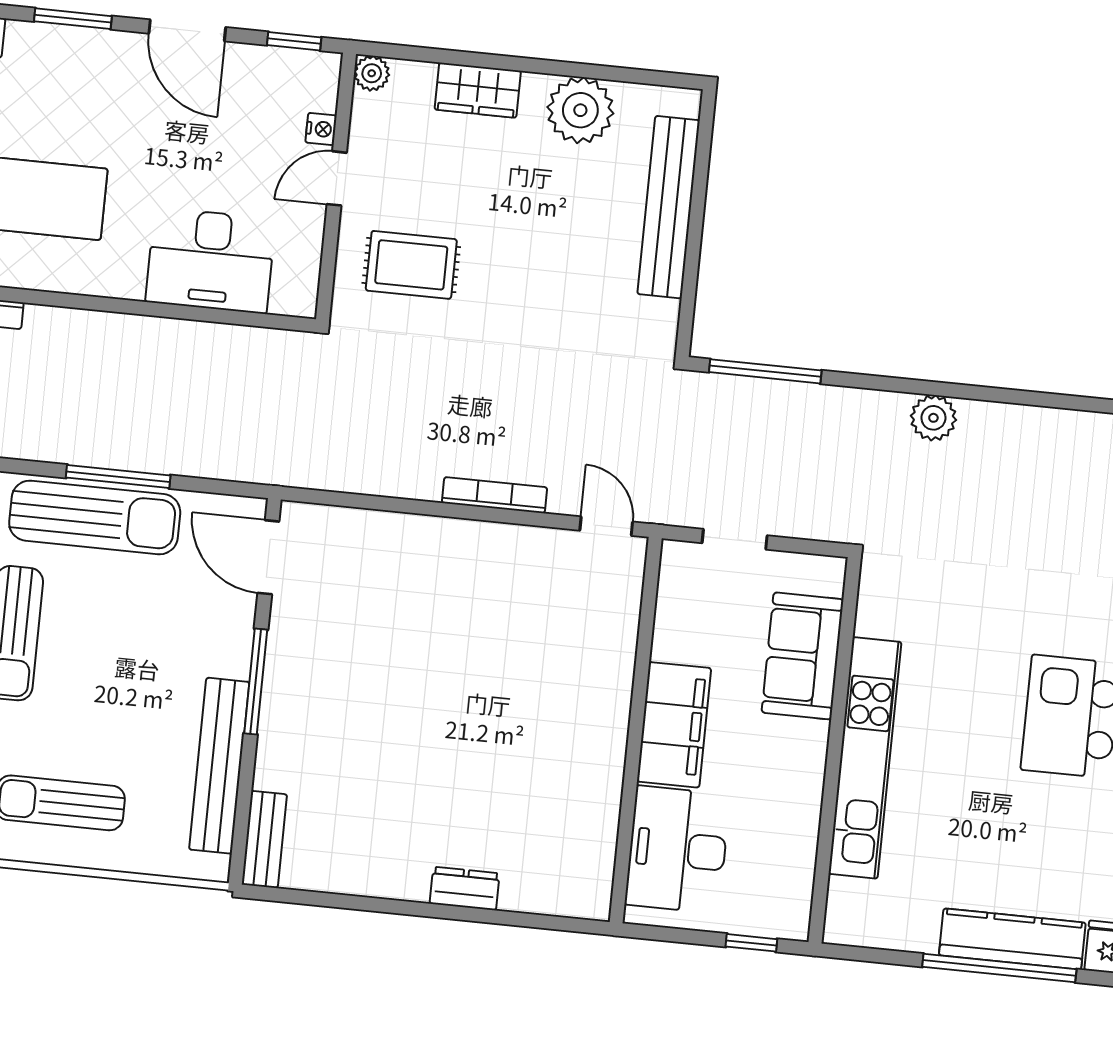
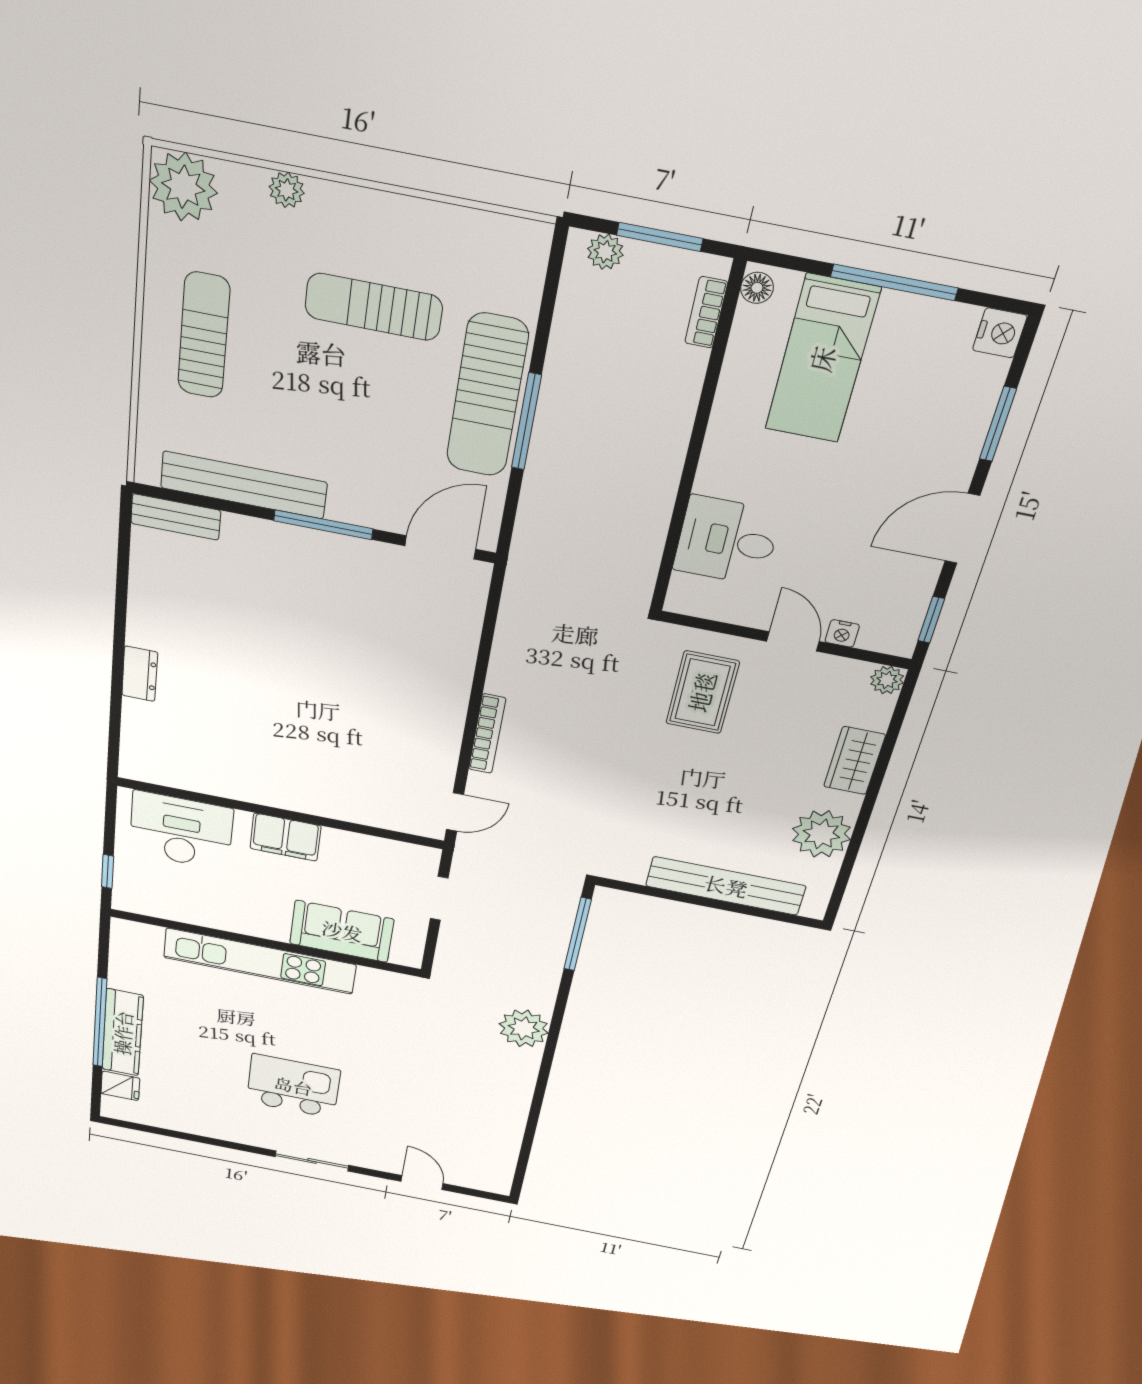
desk: (211, 260) -> (727, 541), width x0.73
plant: (933, 418) -> (524, 1028), width x1.36, depth x1.36
filing cabinet: (674, 725) -> (285, 837), width x0.67, depth x0.86

